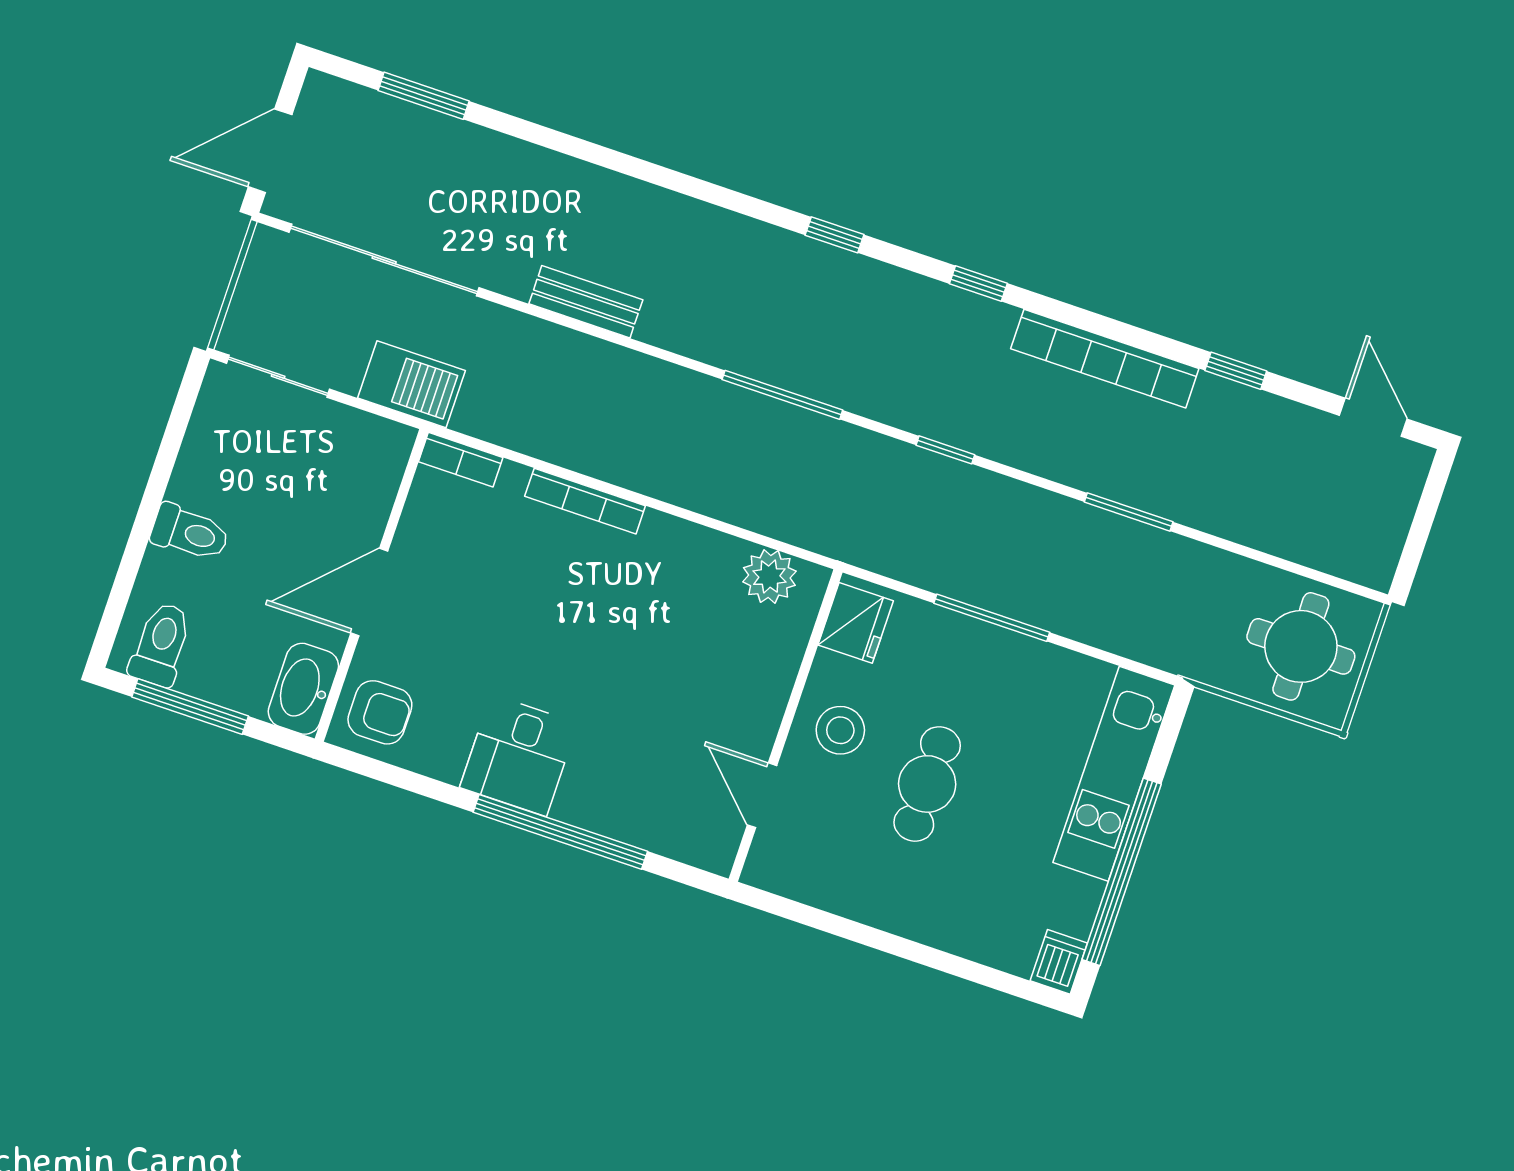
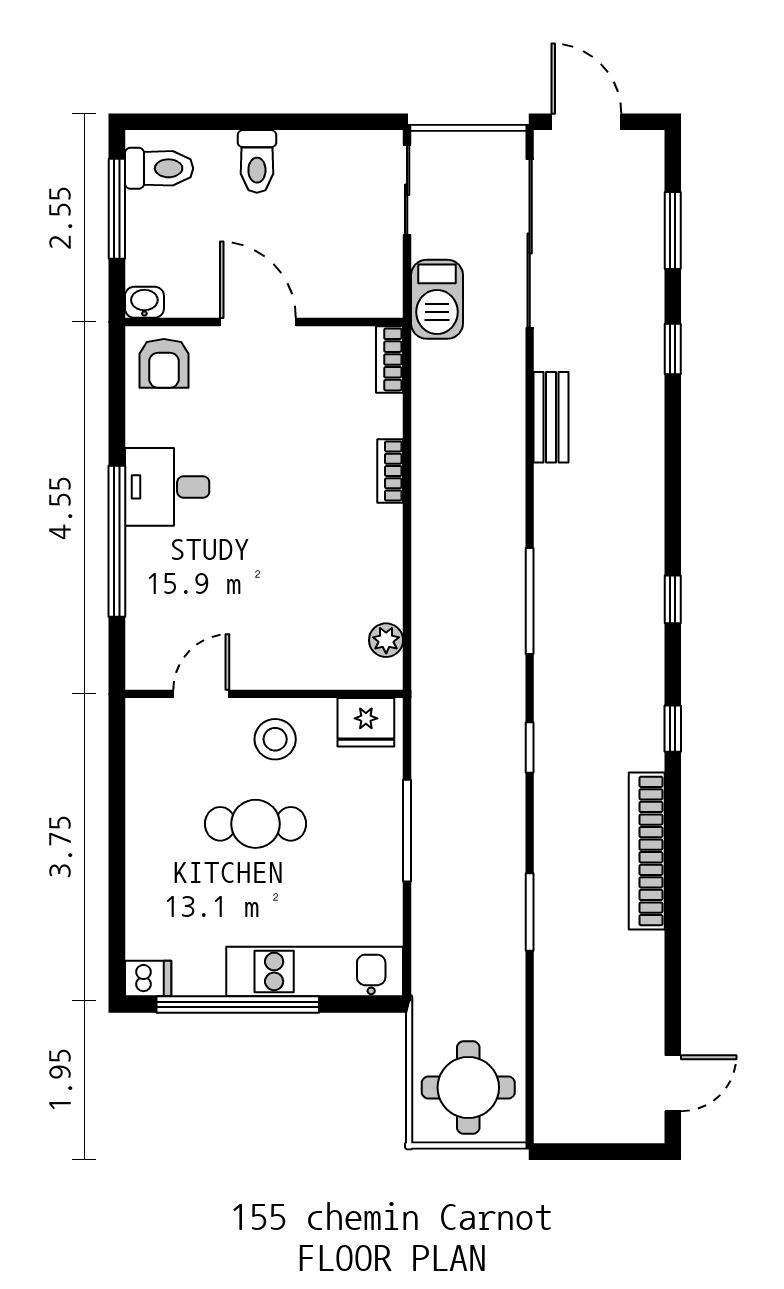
window: (1236, 371) -> (673, 349), moved
bookcase: (585, 501) -> (390, 471), width x0.64
plant: (769, 577) -> (386, 640), width x0.73, depth x0.73
washbasin: (303, 689) -> (144, 302), width x0.52, depth x0.69

